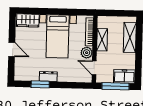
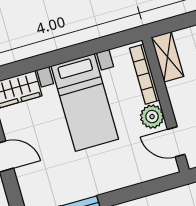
shelving: (102, 40) -> (167, 57), moved
dresser: (48, 76) -> (91, 187), removed

